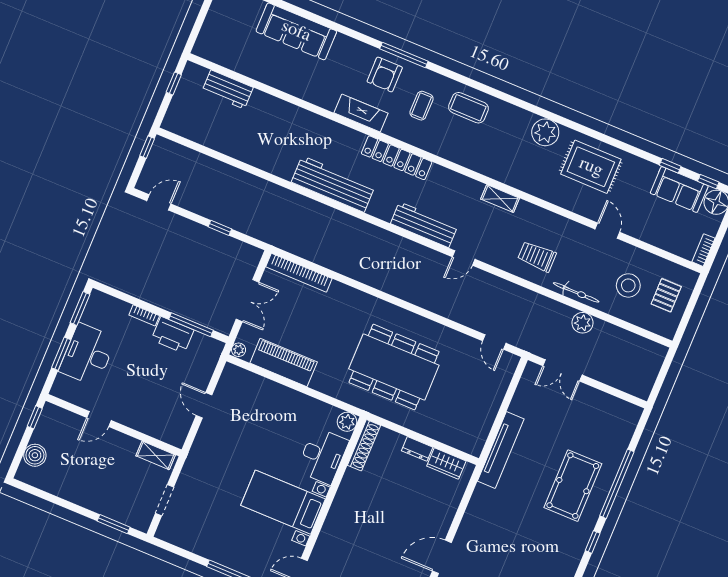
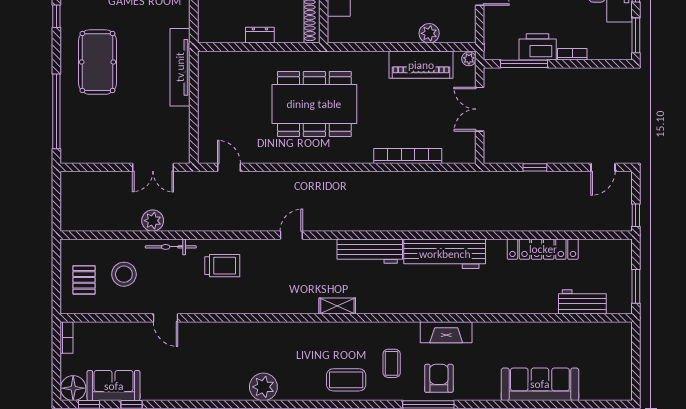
window: (174, 83) -> (636, 286), width x1.50
locker: (397, 158) -> (543, 249), moved, turned 180
rug: (591, 167) -> (207, 372), removed
shelving: (500, 199) -> (337, 306), moved
workbench: (424, 225) -> (370, 251), moved
bookcase: (299, 273) -> (408, 156), moved
double door: (562, 370) -> (153, 167), swing flipped
plant: (347, 422) -> (429, 33), moved
wardrobe: (446, 464) -> (226, 33), removed
window: (617, 484) -> (56, 111), moved

